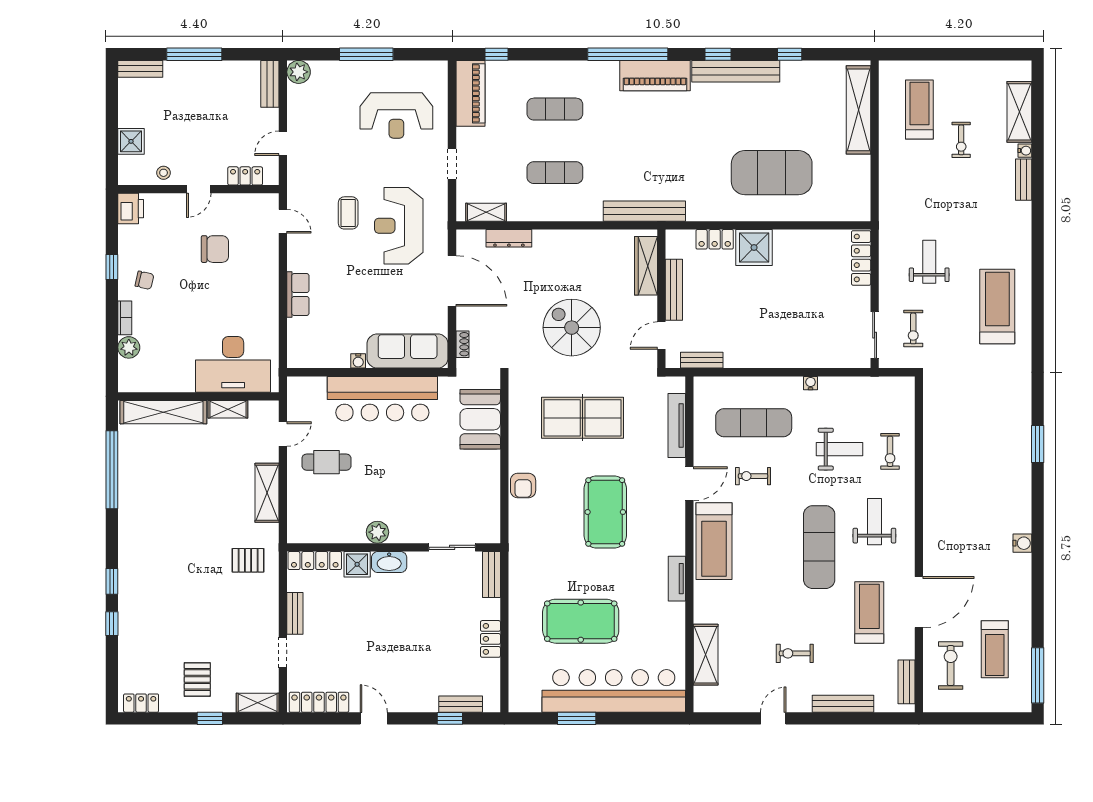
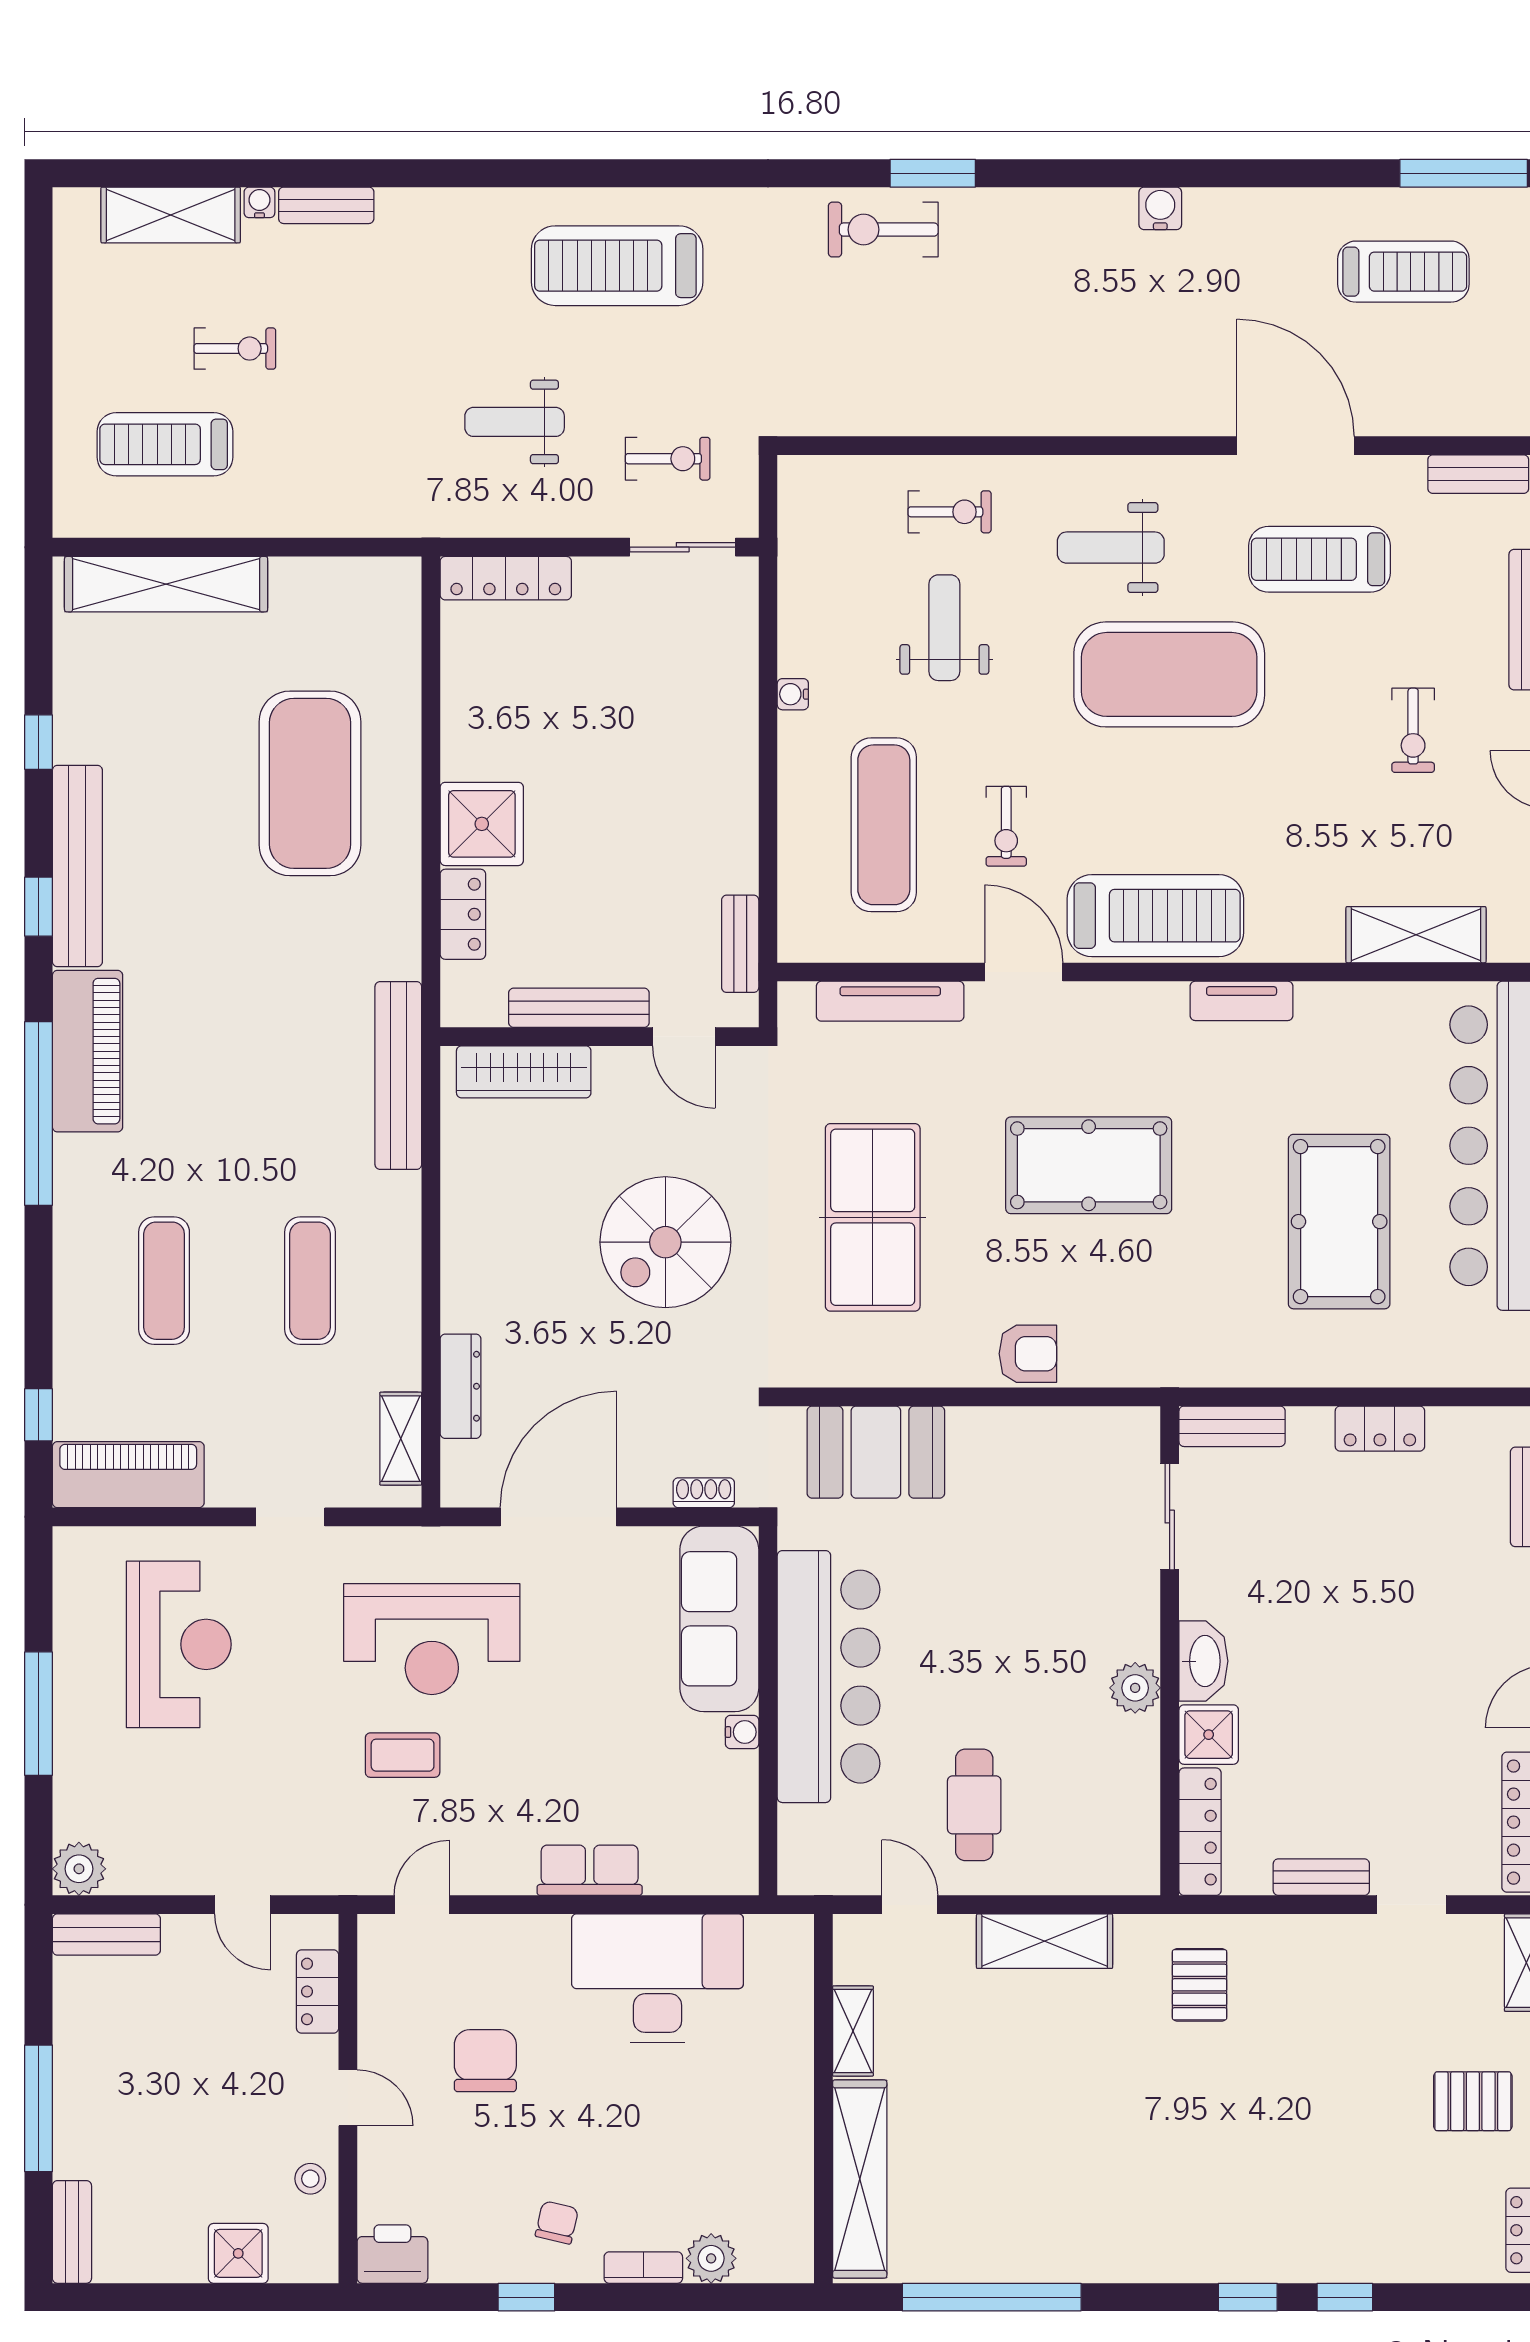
desk: (233, 364) -> (658, 1978), moved, turned -90
exercise mat: (819, 547) -> (1169, 674), width x1.47
exercise bike: (951, 666) -> (883, 230), moved

